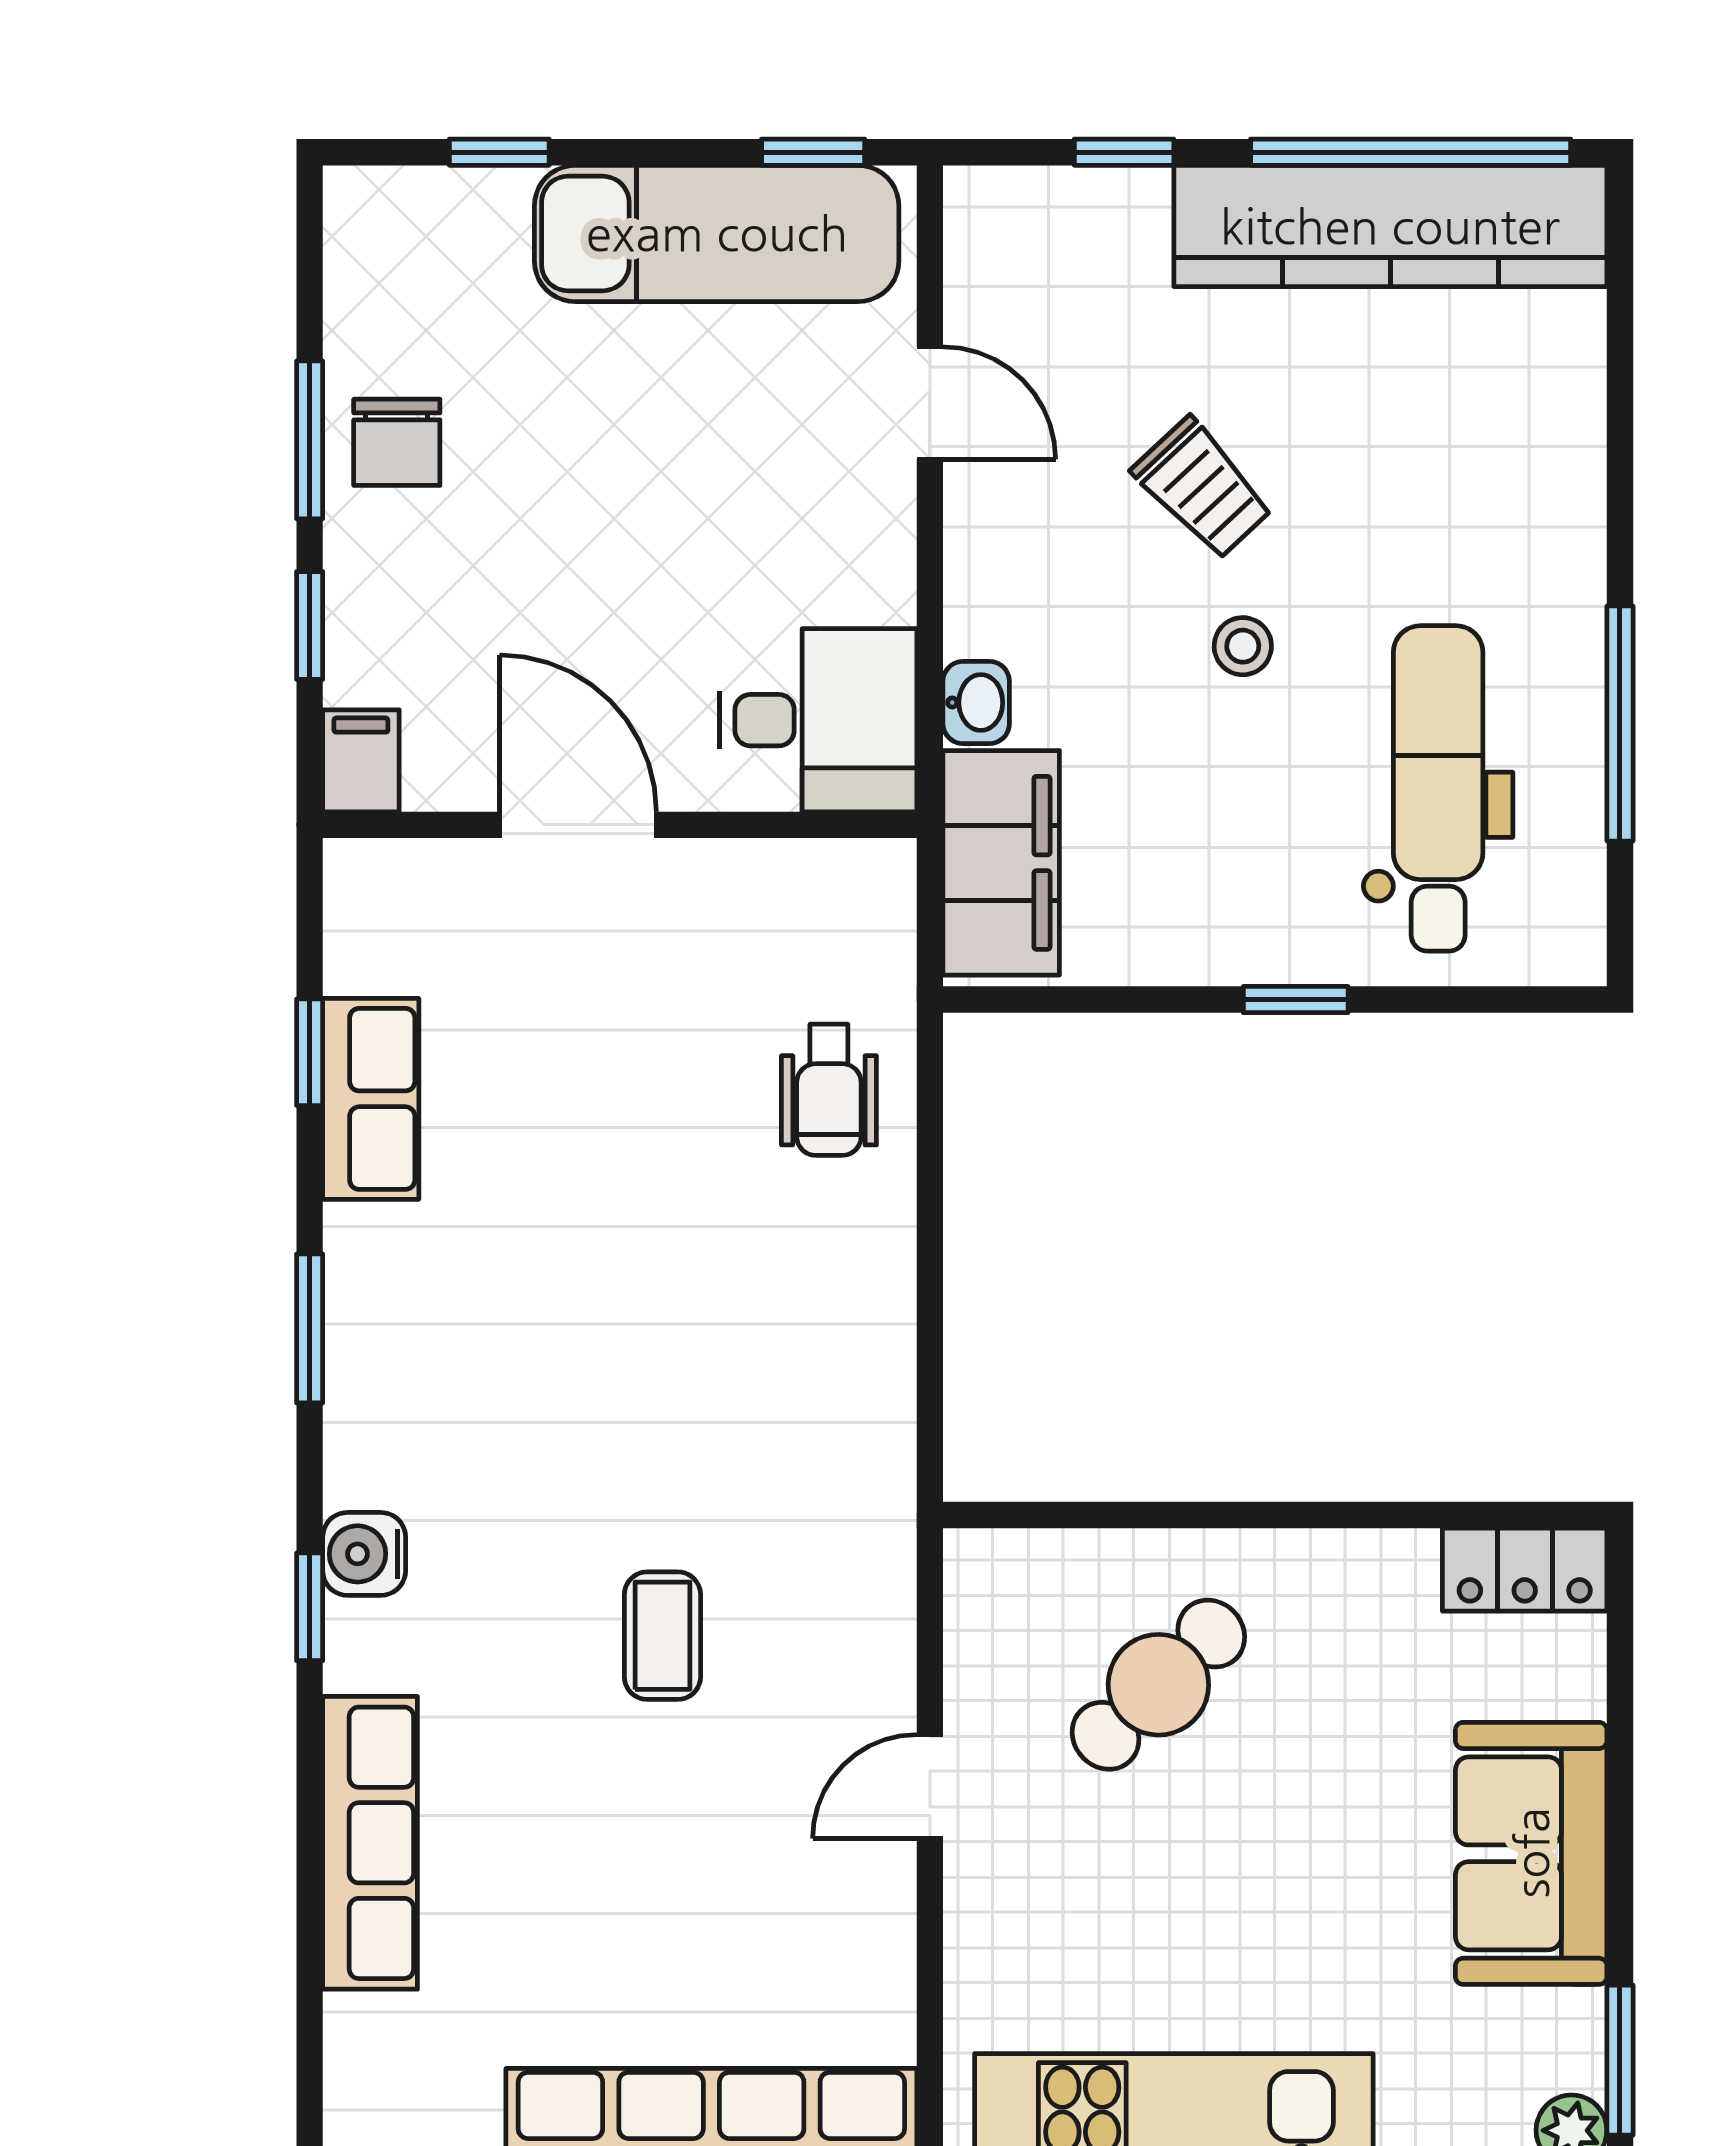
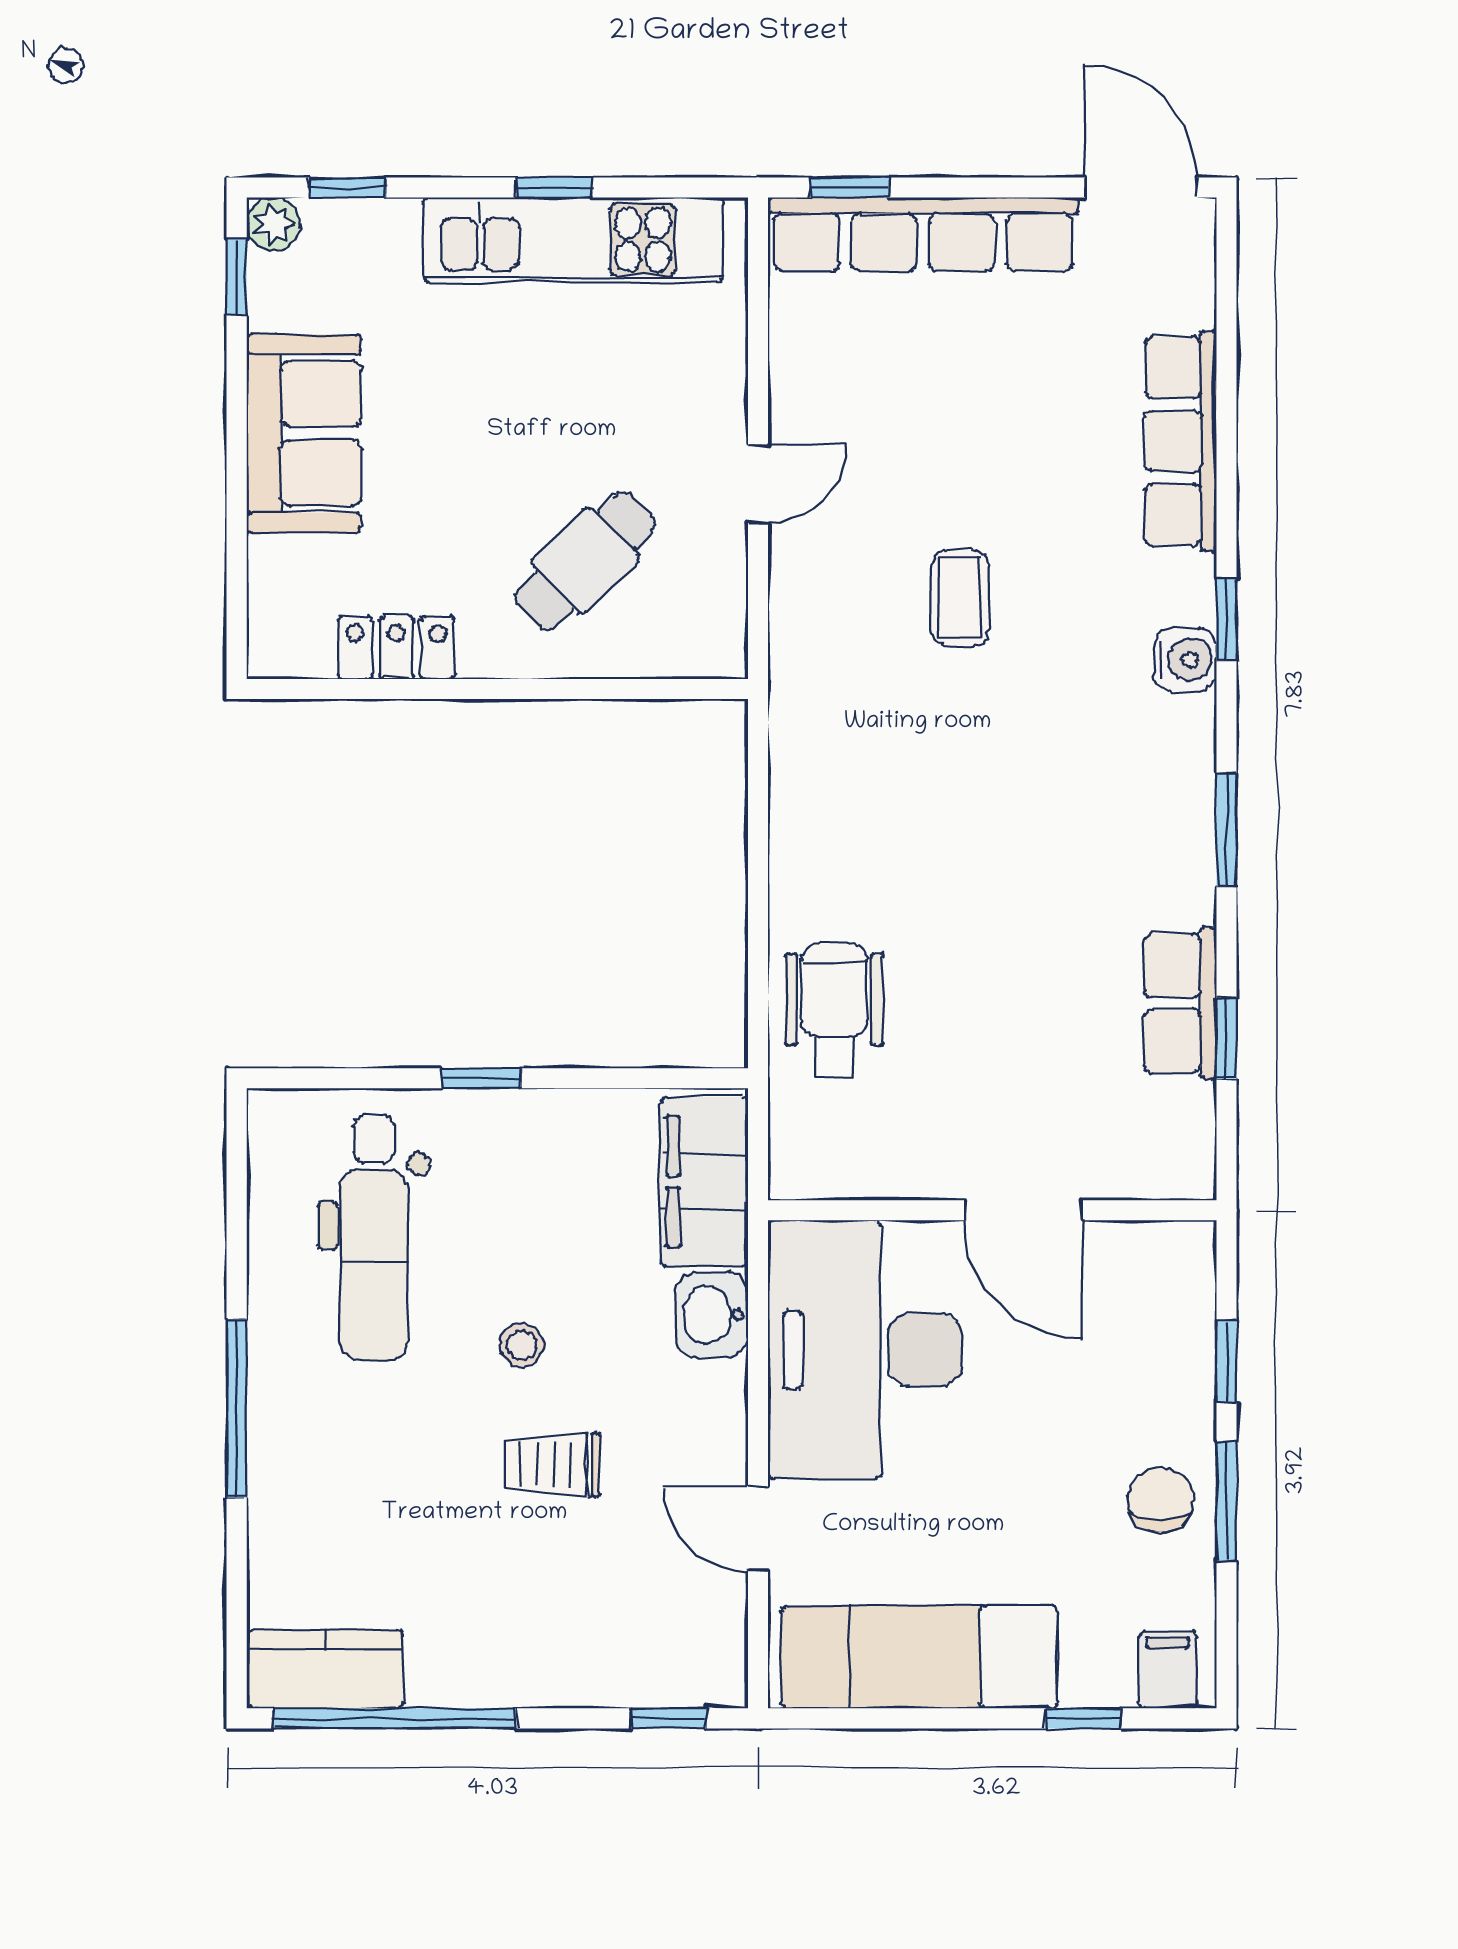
window: (813, 152) -> (846, 1718), removed
window: (1124, 152) -> (669, 1718), moved
kitchen counter: (1390, 226) -> (325, 1669), width x0.48, depth x0.86
trolley: (1203, 488) -> (552, 1464), turned -47
washbasin: (976, 702) -> (712, 1315), width x1.38, depth x1.45
desk: (818, 720) -> (865, 1350), width x1.87, depth x1.30
window: (1620, 724) -> (237, 1408), moved
filing cabinet: (361, 761) -> (1168, 1670), moved, turned 180
wheelchair: (829, 1090) -> (834, 1010), width x1.36, depth x1.37
locker: (1525, 1570) -> (396, 648), moved
window: (1620, 2060) -> (237, 277), width x0.67

